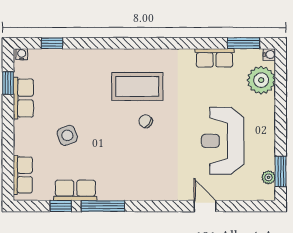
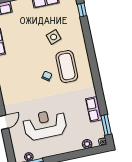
plant: (261, 80) -> (87, 144), width x0.53, depth x0.53
side table: (67, 135) -> (54, 37), moved

